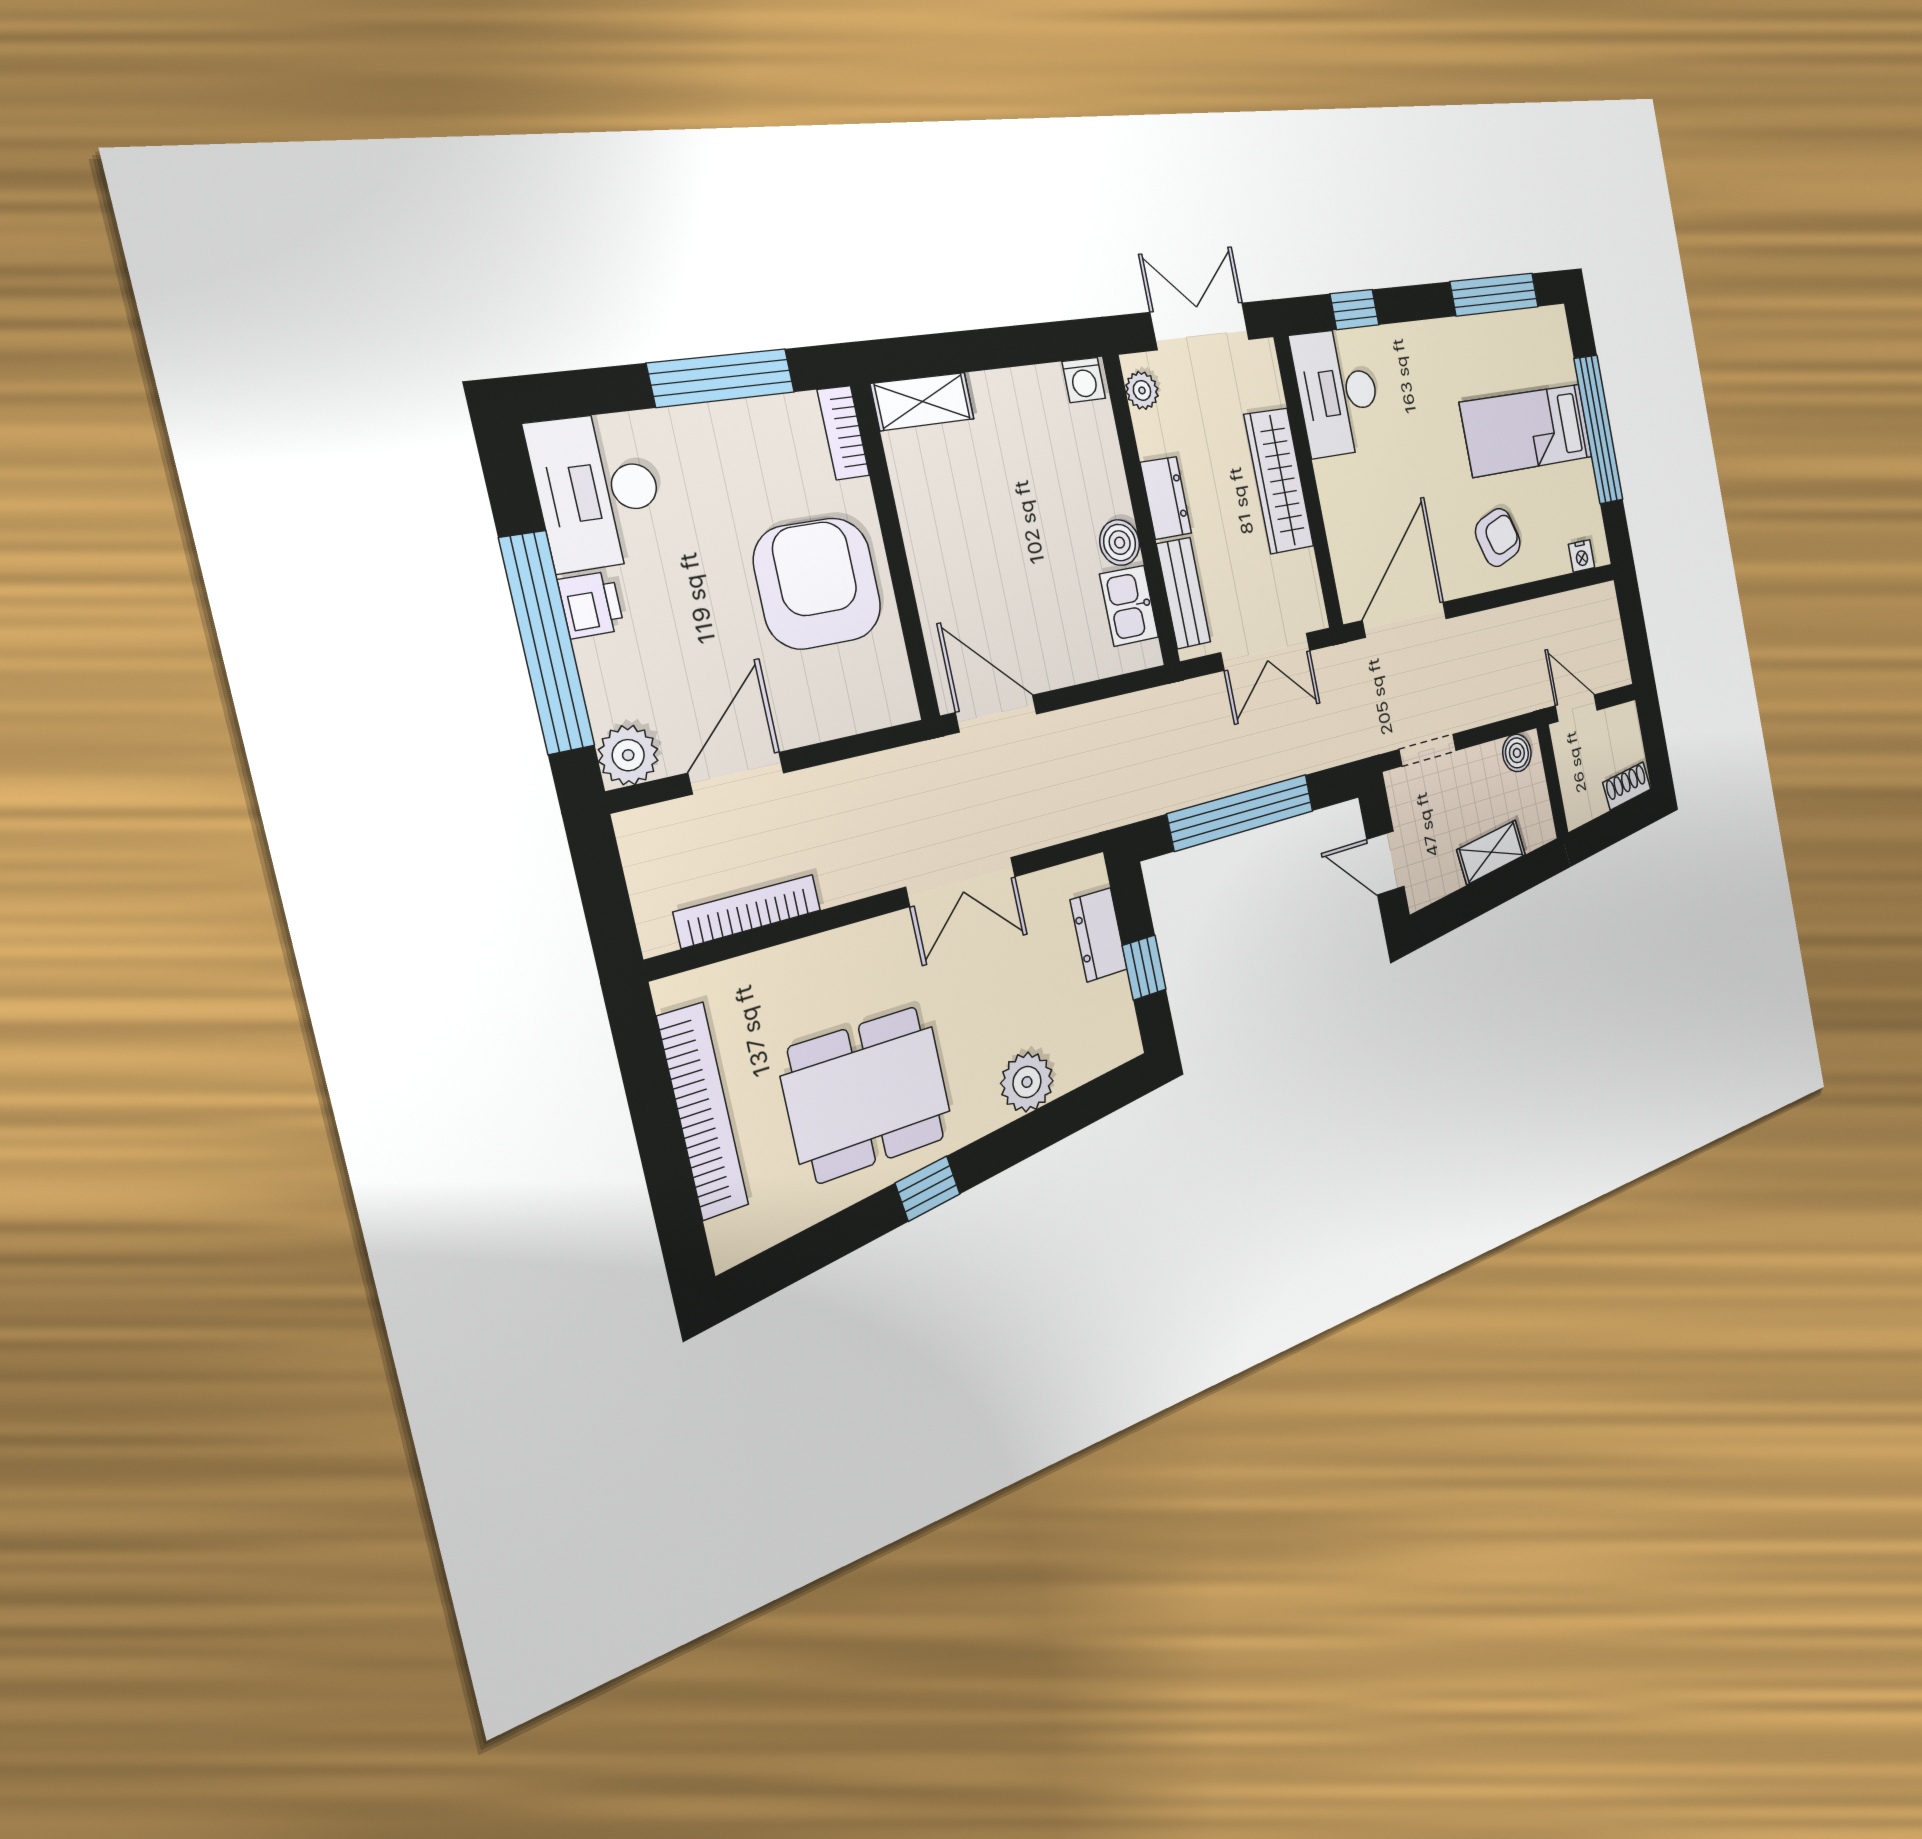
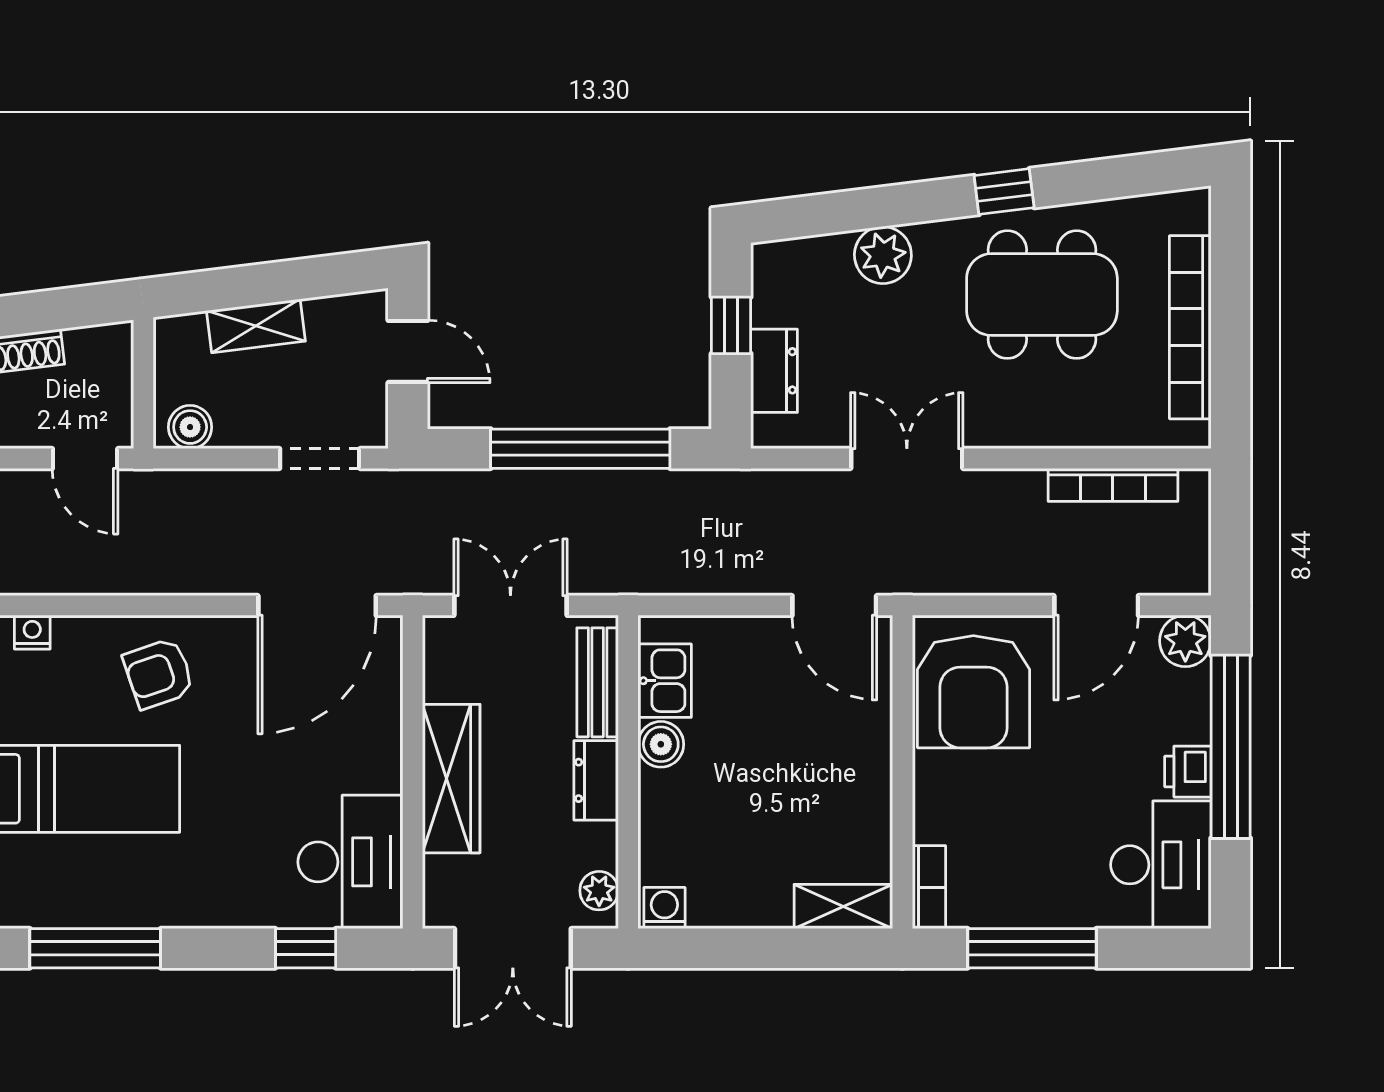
armchair: (818, 583) -> (973, 692), moved

